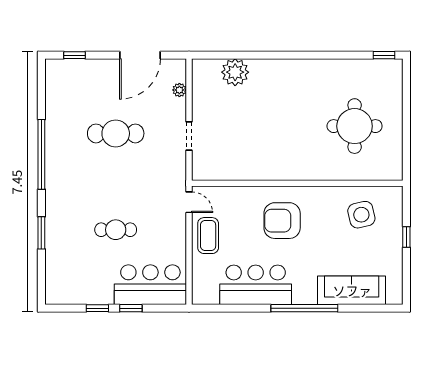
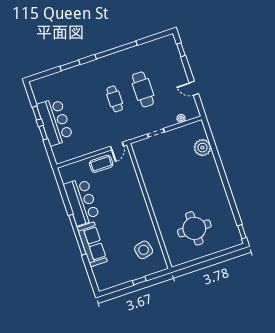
door: (140, 55) -> (194, 88), width x0.53
armchair: (282, 221) -> (124, 204), removed
cafe table: (116, 230) -> (115, 99), moved
bar counter: (150, 285) -> (55, 122), moved
sofa: (352, 290) -> (92, 244), moved

